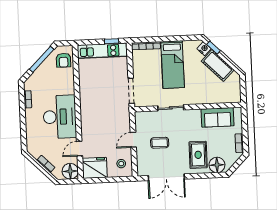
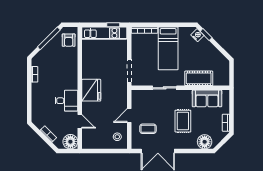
cot: (218, 66) -> (199, 78), moved, turned -45
desk: (60, 117) -> (66, 101), width x0.53, depth x0.77
coffee table: (160, 143) -> (148, 129), moved
door: (80, 149) -> (80, 121), swing flipped
rug: (198, 155) -> (183, 121), moved
fridge: (95, 168) -> (91, 90), moved, turned 90

